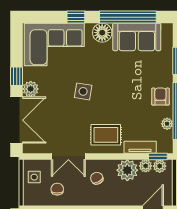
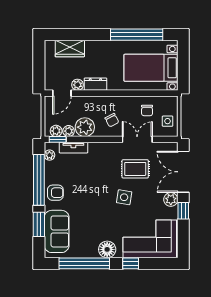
sofa: (137, 37) -> (57, 231), moved, turned 90
armchair: (160, 97) -> (55, 193), turned -90
plant: (167, 124) -> (49, 155), moved
rug: (106, 135) -> (135, 169), moved

